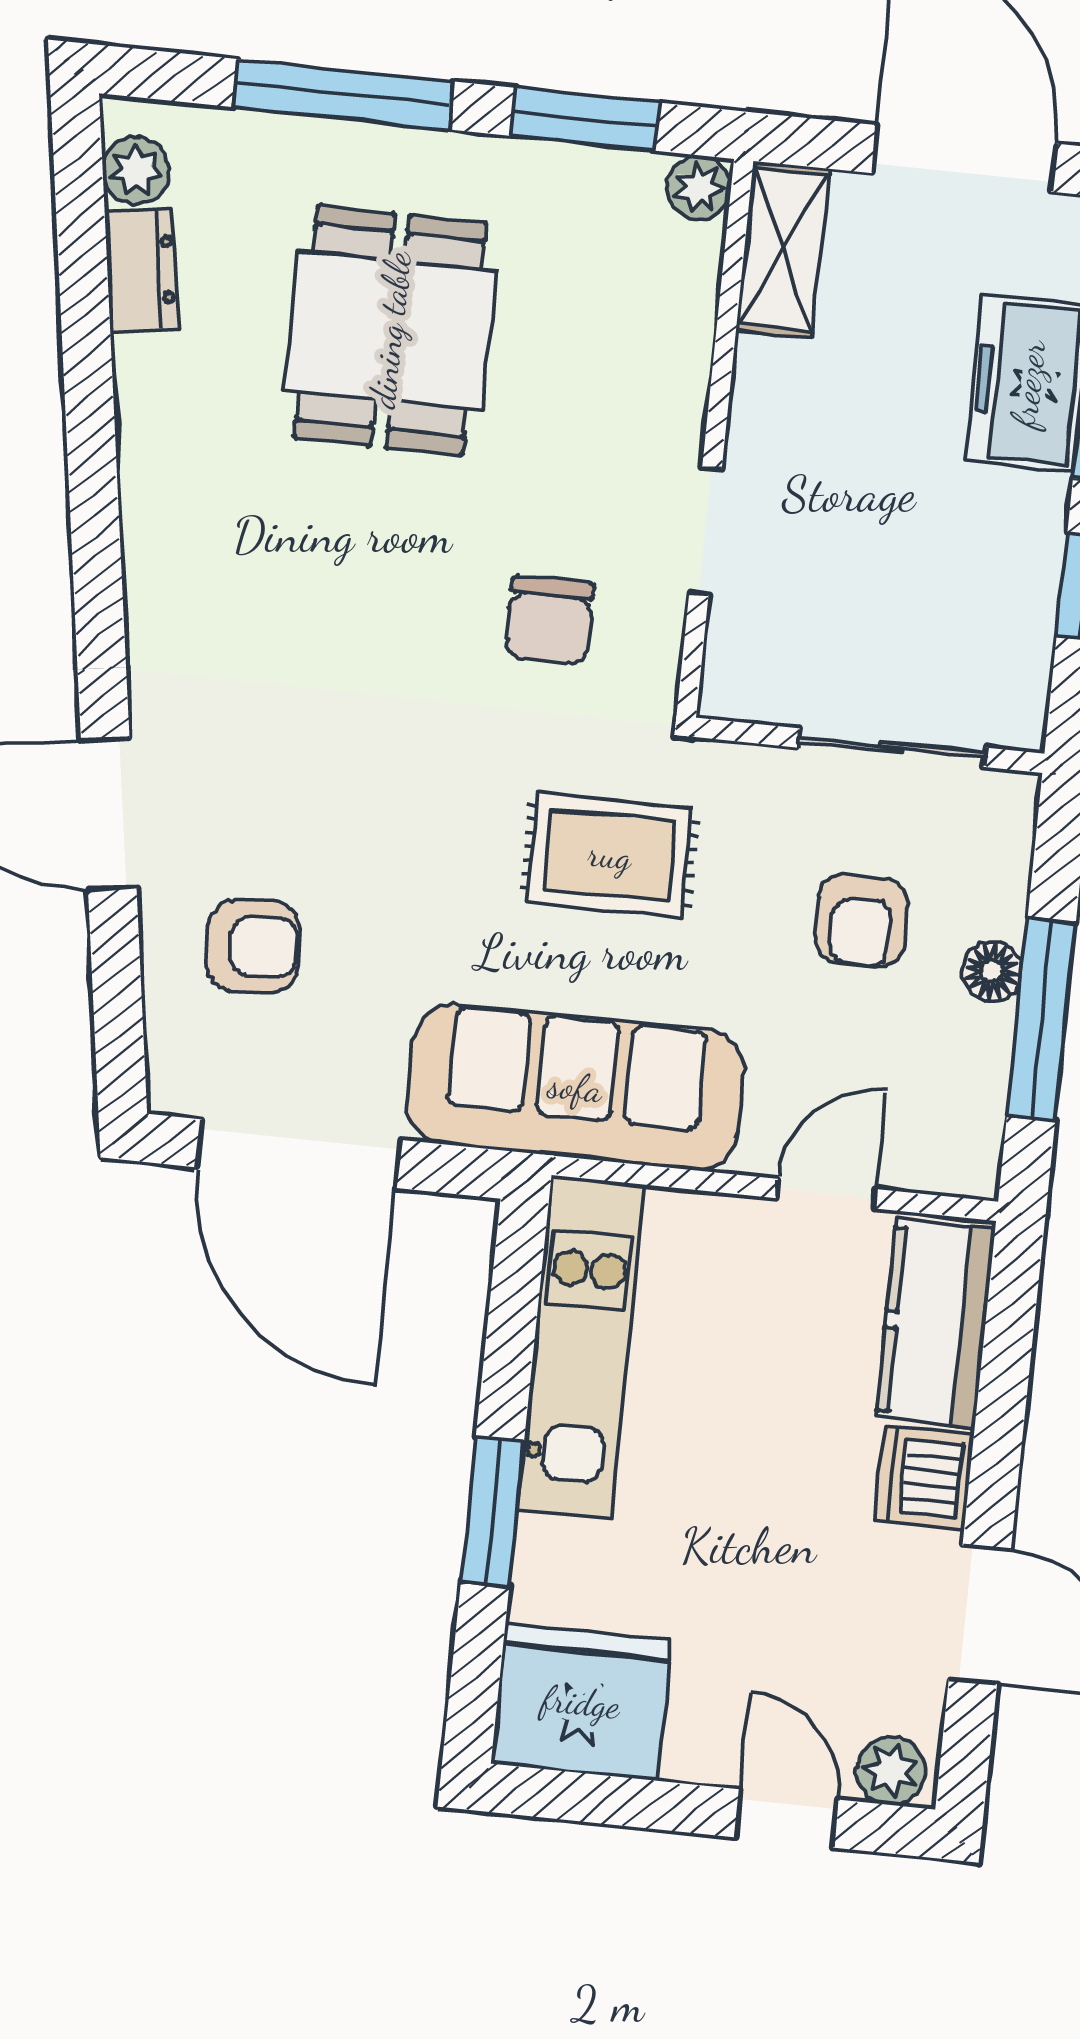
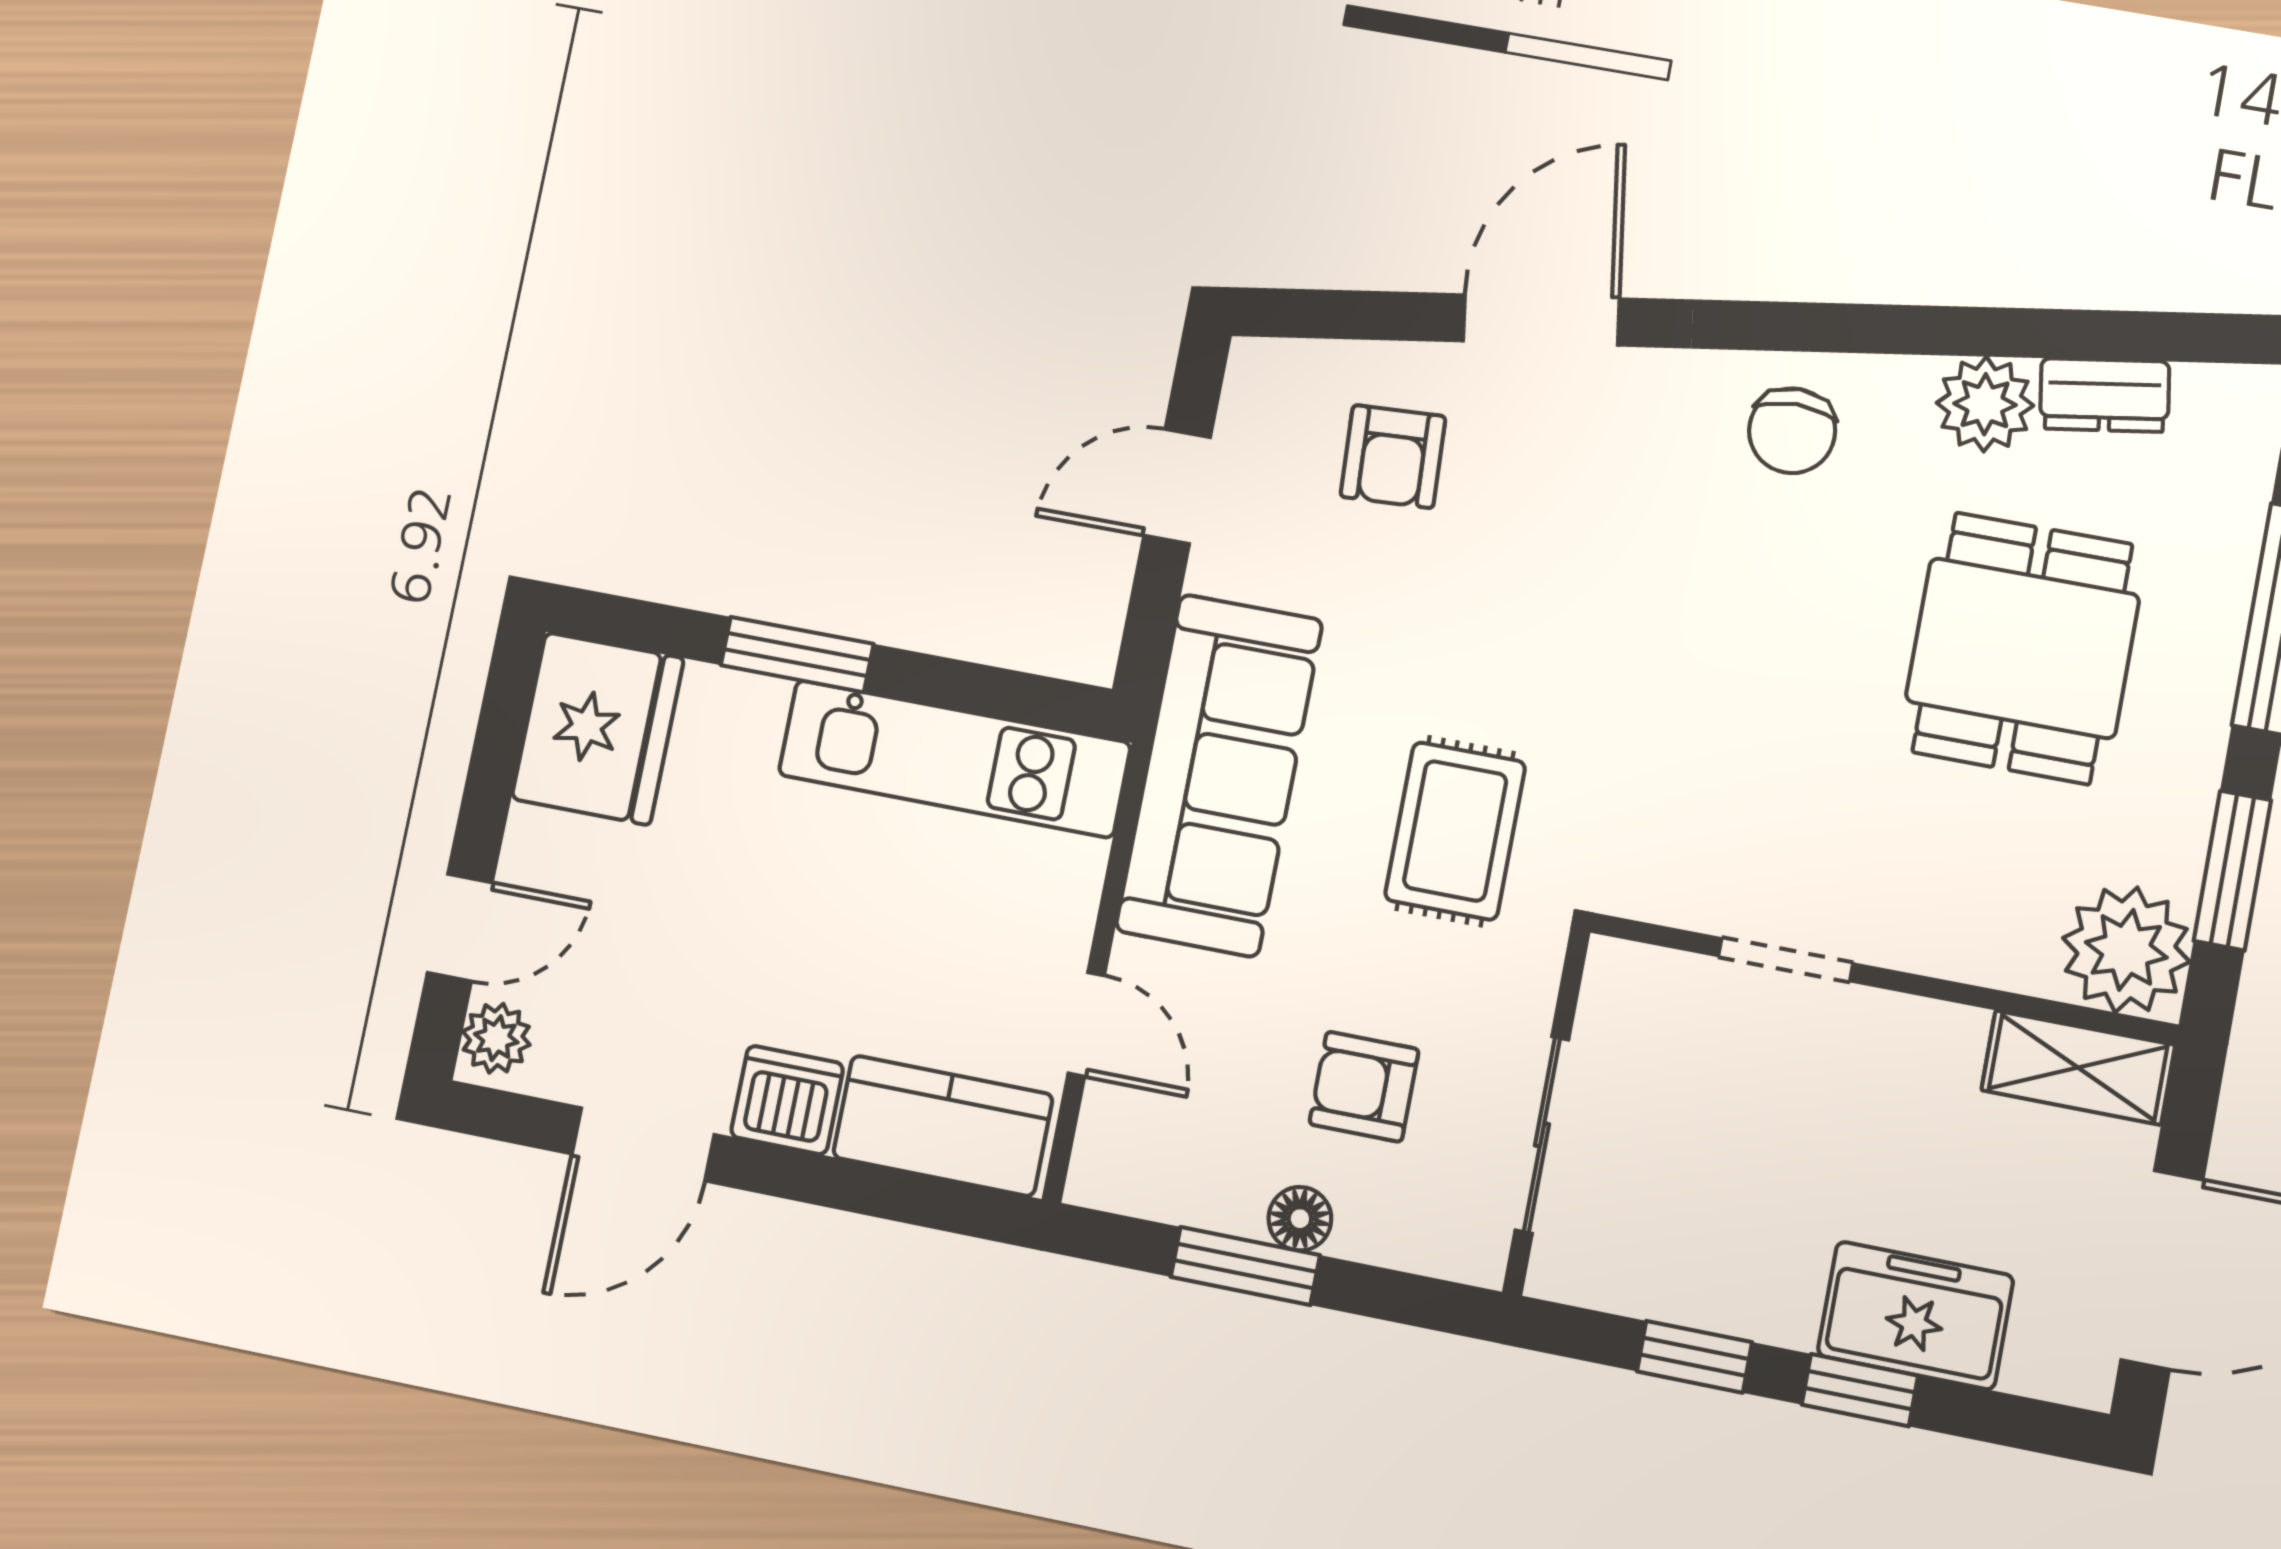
plant: (136, 170) -> (1985, 404), moved, width x1.38, depth x1.38
plant: (699, 188) -> (2126, 950), width x1.88, depth x1.88
dining table: (390, 330) -> (2022, 648), turned 90
chair: (550, 620) -> (1792, 431), moved, turned -90
window: (1041, 1019) -> (1245, 1266), width x0.69
door: (298, 1154) -> (1177, 486), width x0.53

